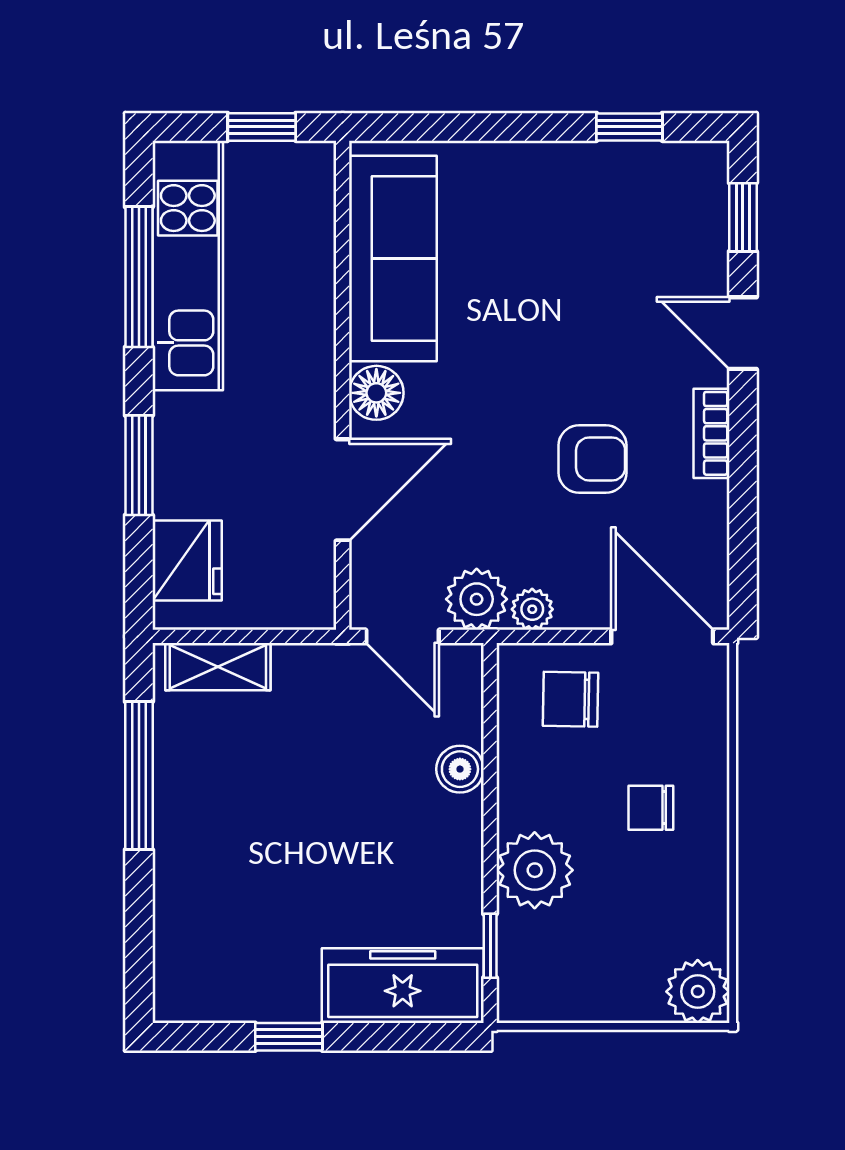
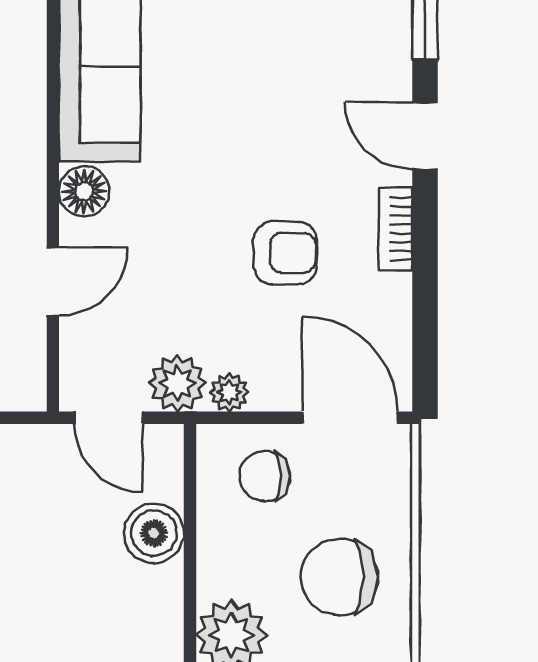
door: (343, 490) -> (53, 282), width x0.73
boiler: (460, 769) -> (154, 533), width x1.36, depth x1.36
chair: (651, 808) -> (339, 577), width x1.87, depth x1.87

